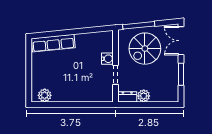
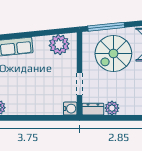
plant: (98, 41) -> (59, 45), added
water cooler: (107, 59) -> (70, 109), moved

